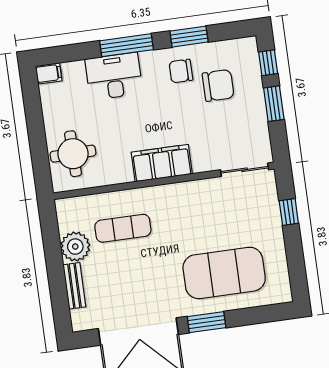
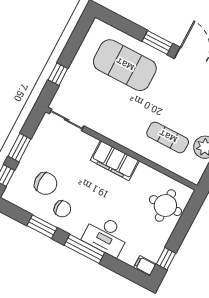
chair: (218, 85) -> (46, 184), turned 180
window: (32, 97) -> (166, 259), added

